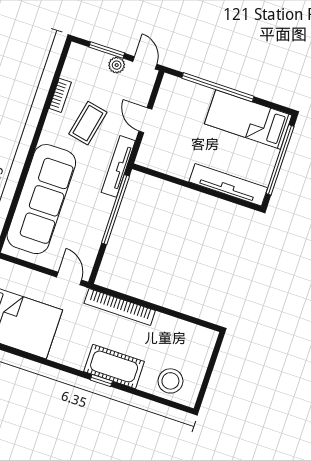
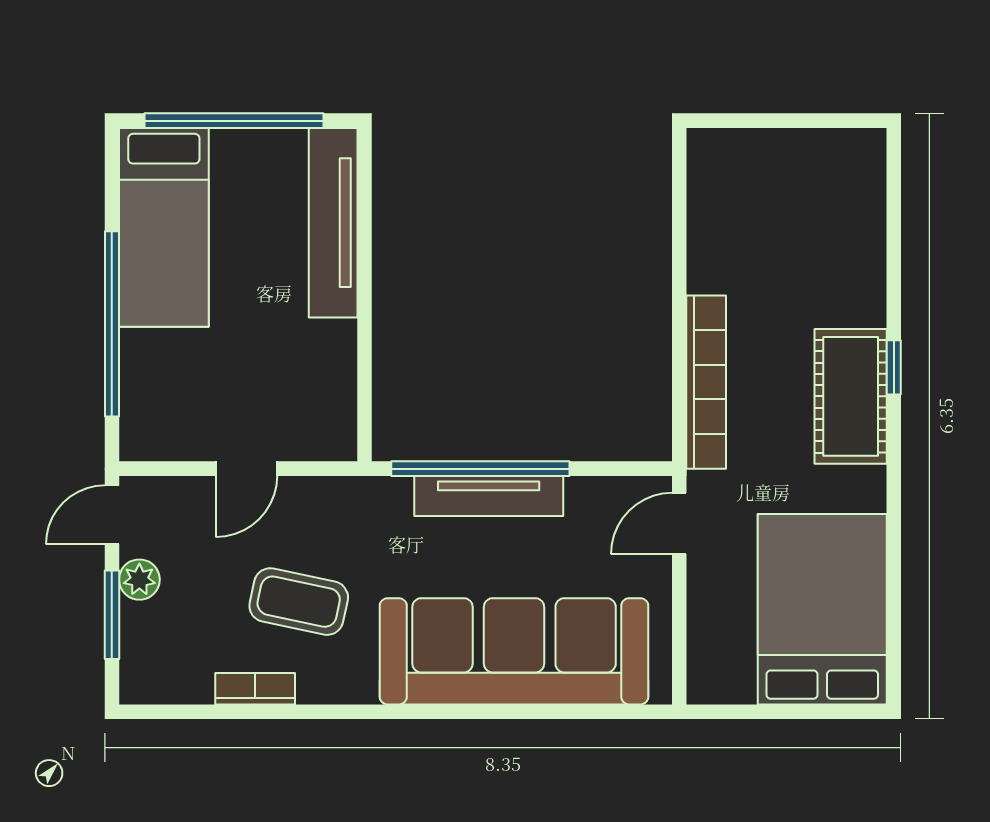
tv unit: (118, 166) -> (489, 496), moved
cot: (114, 366) -> (851, 396), moved
stool: (170, 381) -> (840, 204), removed

